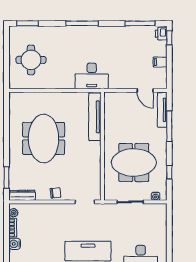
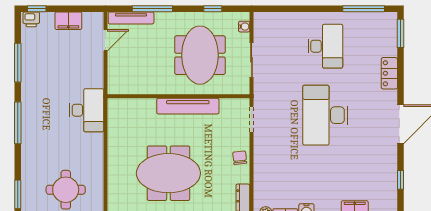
window: (140, 23) -> (18, 63), moved
filing cabinet: (160, 62) -> (68, 21), width x2.00
tv unit: (95, 117) -> (188, 106), moved

